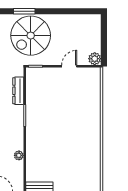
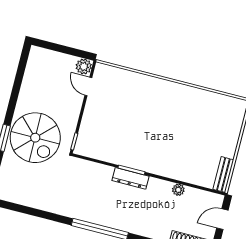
door: (69, 66) -> (88, 86), moved
dresser: (18, 91) -> (131, 178), moved

